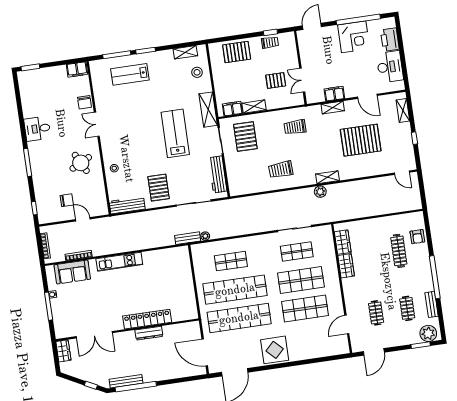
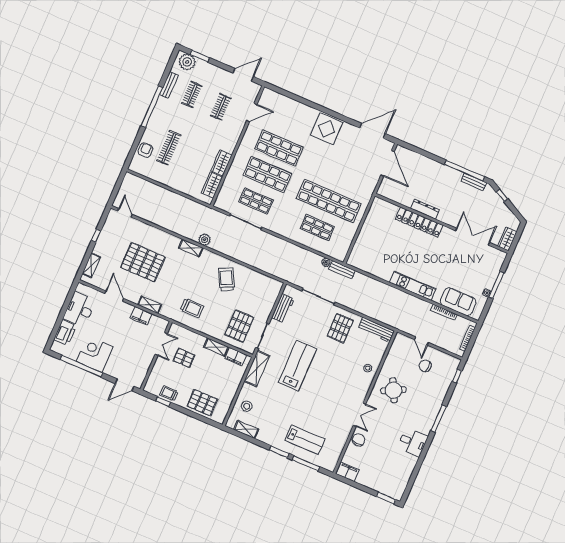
lab bench: (175, 133) -> (297, 366), turned 180
trolley: (281, 169) -> (226, 279), turned -114
workbench: (218, 174) -> (283, 308), width x0.73
shop shelf: (239, 318) -> (340, 175), removed
bench: (126, 381) -> (474, 182), width x0.73

